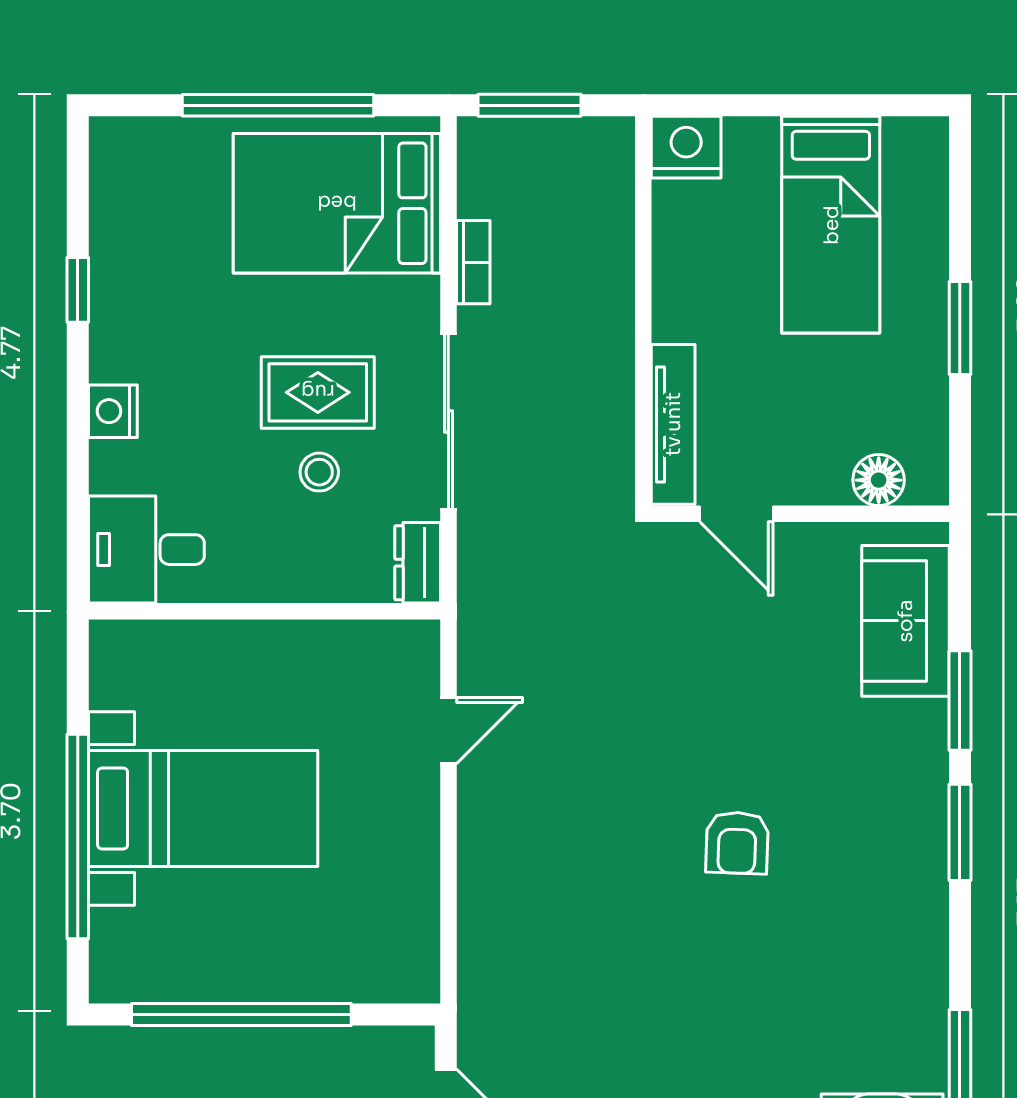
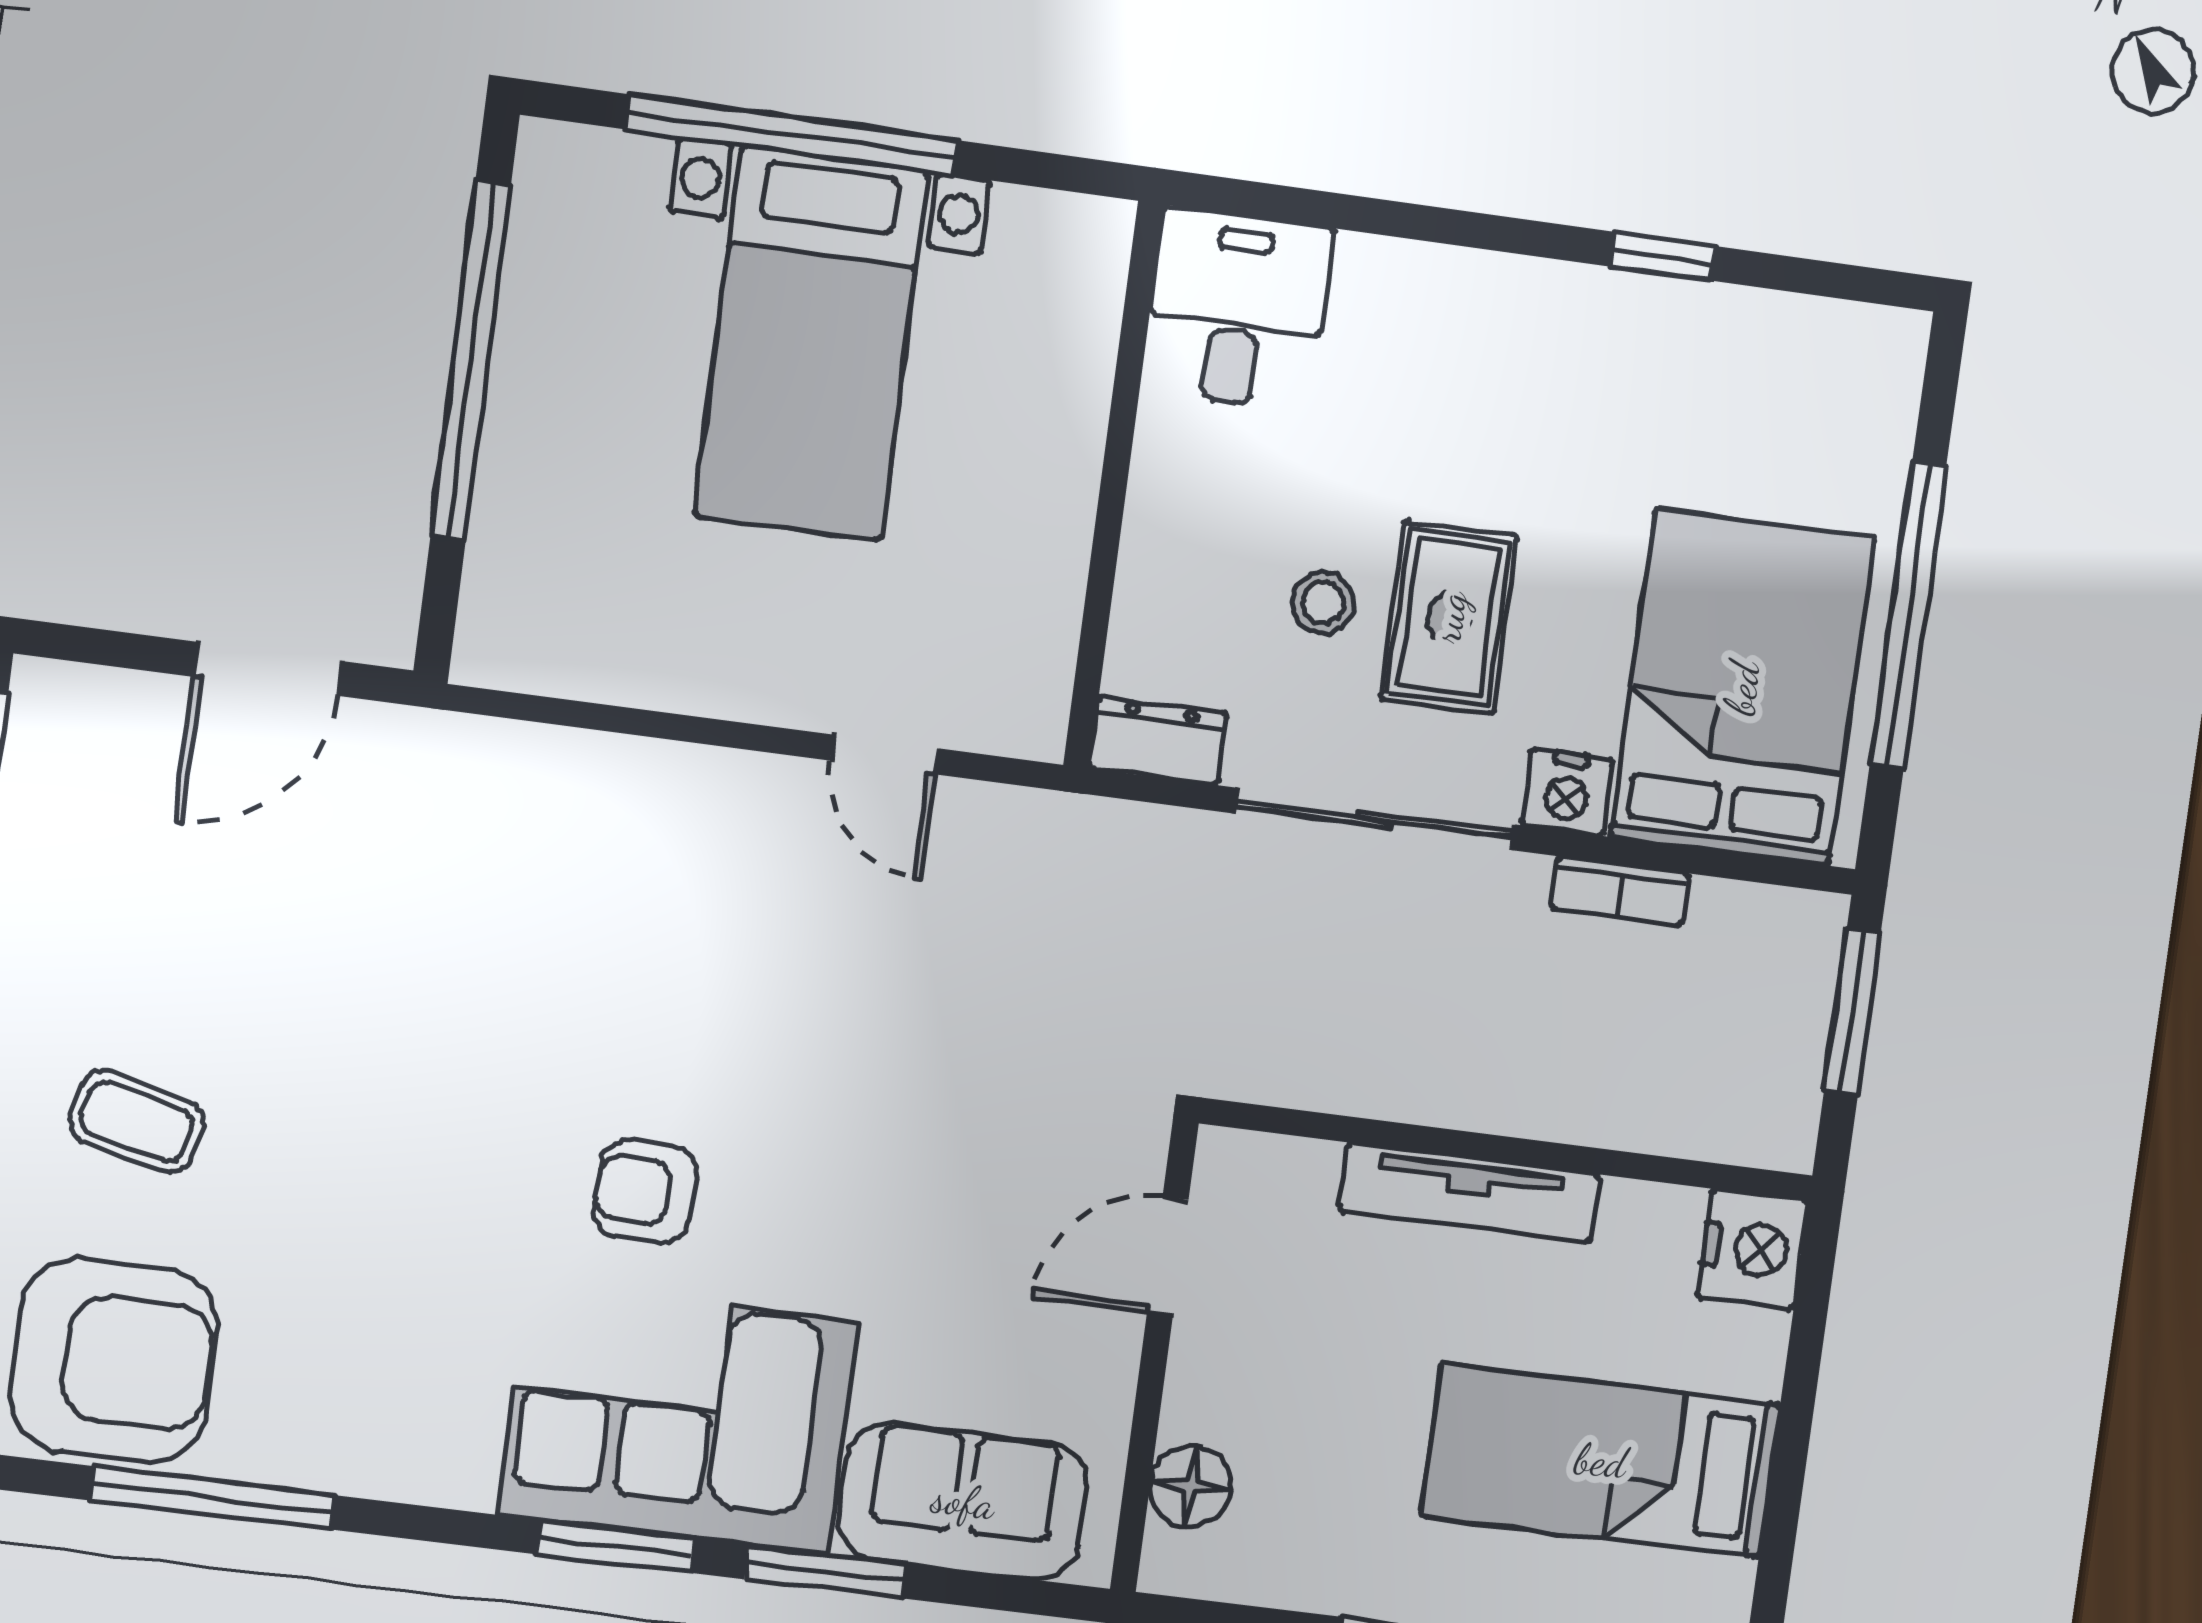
nightstand: (113, 411) -> (1567, 792), moved, turned 180
tv unit: (673, 424) -> (1469, 1192), moved
corner sofa: (875, 804) -> (678, 1418), added

